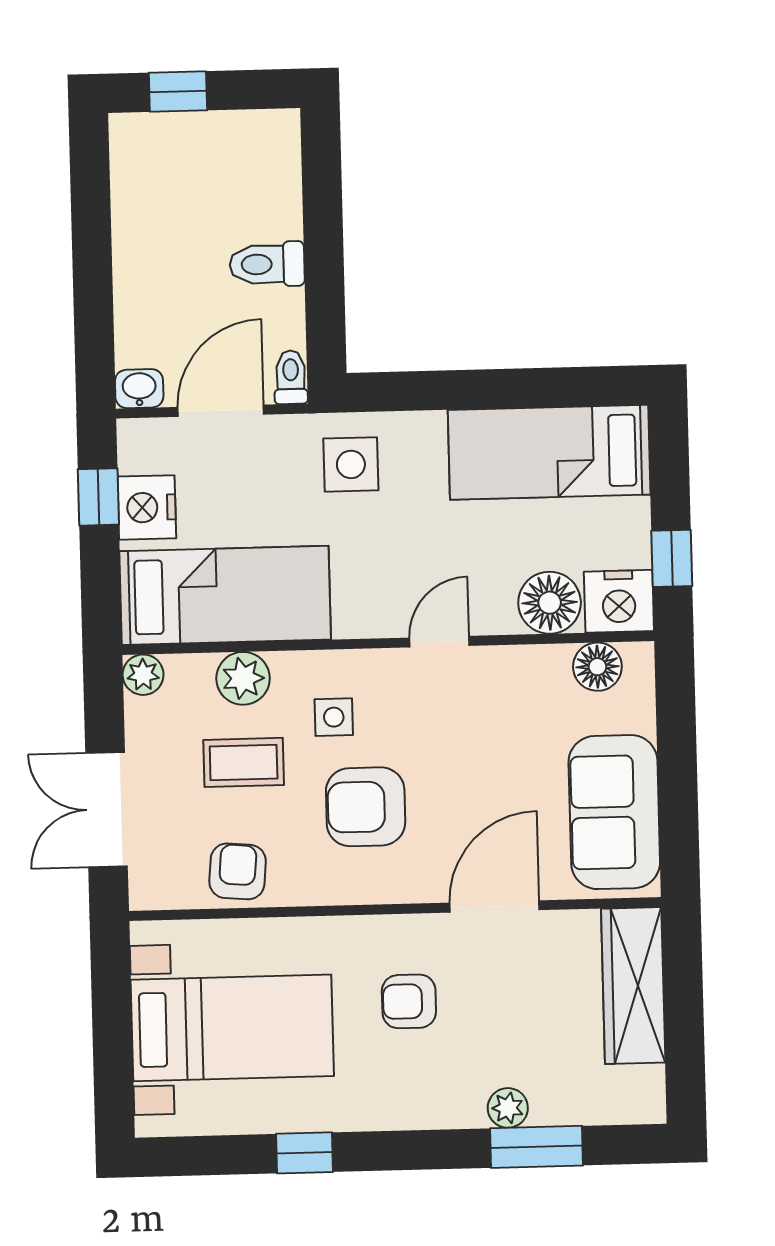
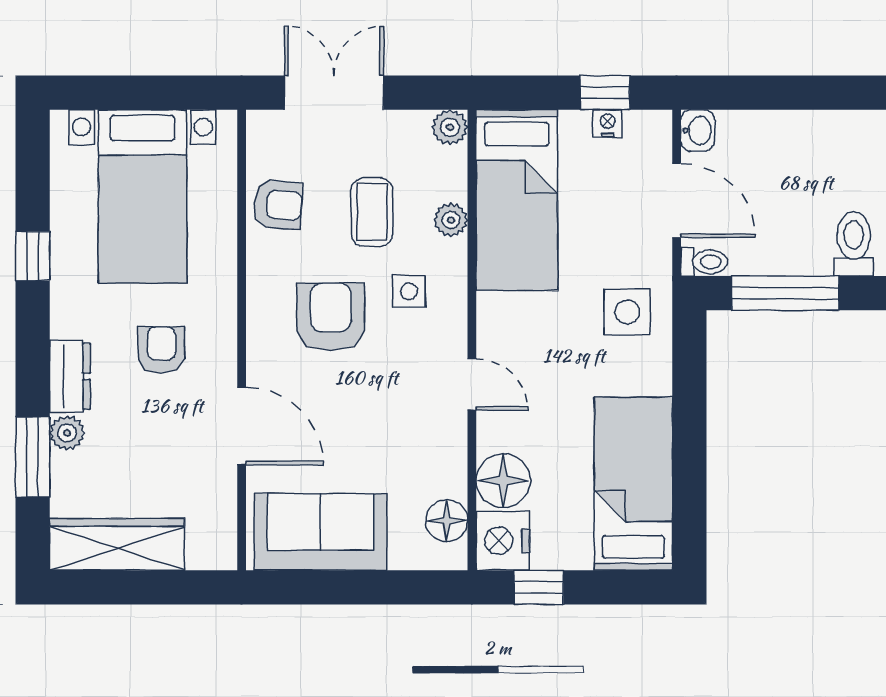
toilet: (267, 264) -> (854, 244), moved
window: (324, 283) -> (785, 293), added
nightstand: (147, 507) -> (608, 123), width x0.53, depth x0.56
plant: (243, 678) -> (451, 220), width x0.73, depth x0.73
wardrobe: (633, 986) -> (117, 544), moved
dresser: (442, 1106) -> (70, 376), added

